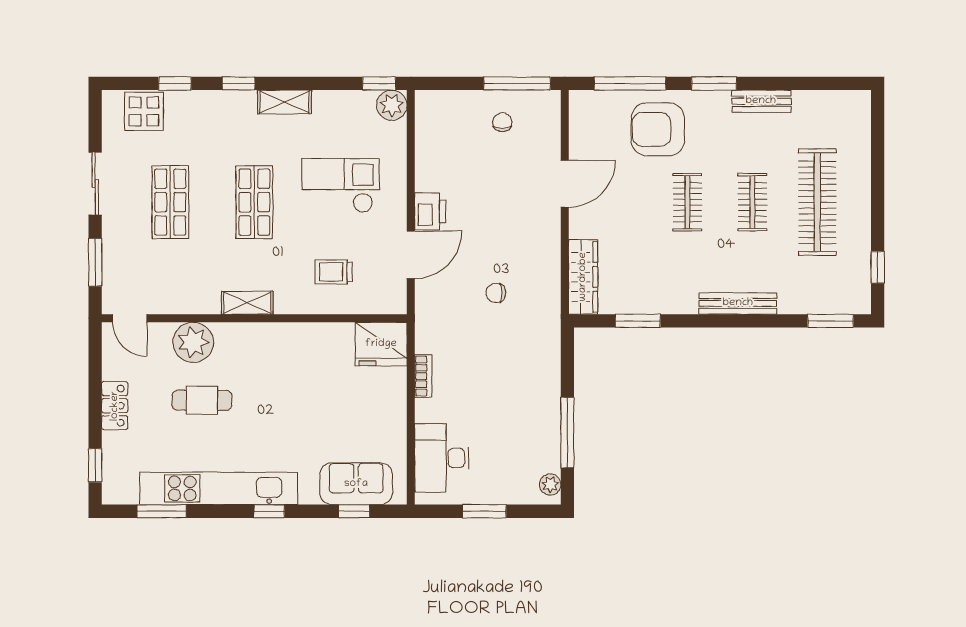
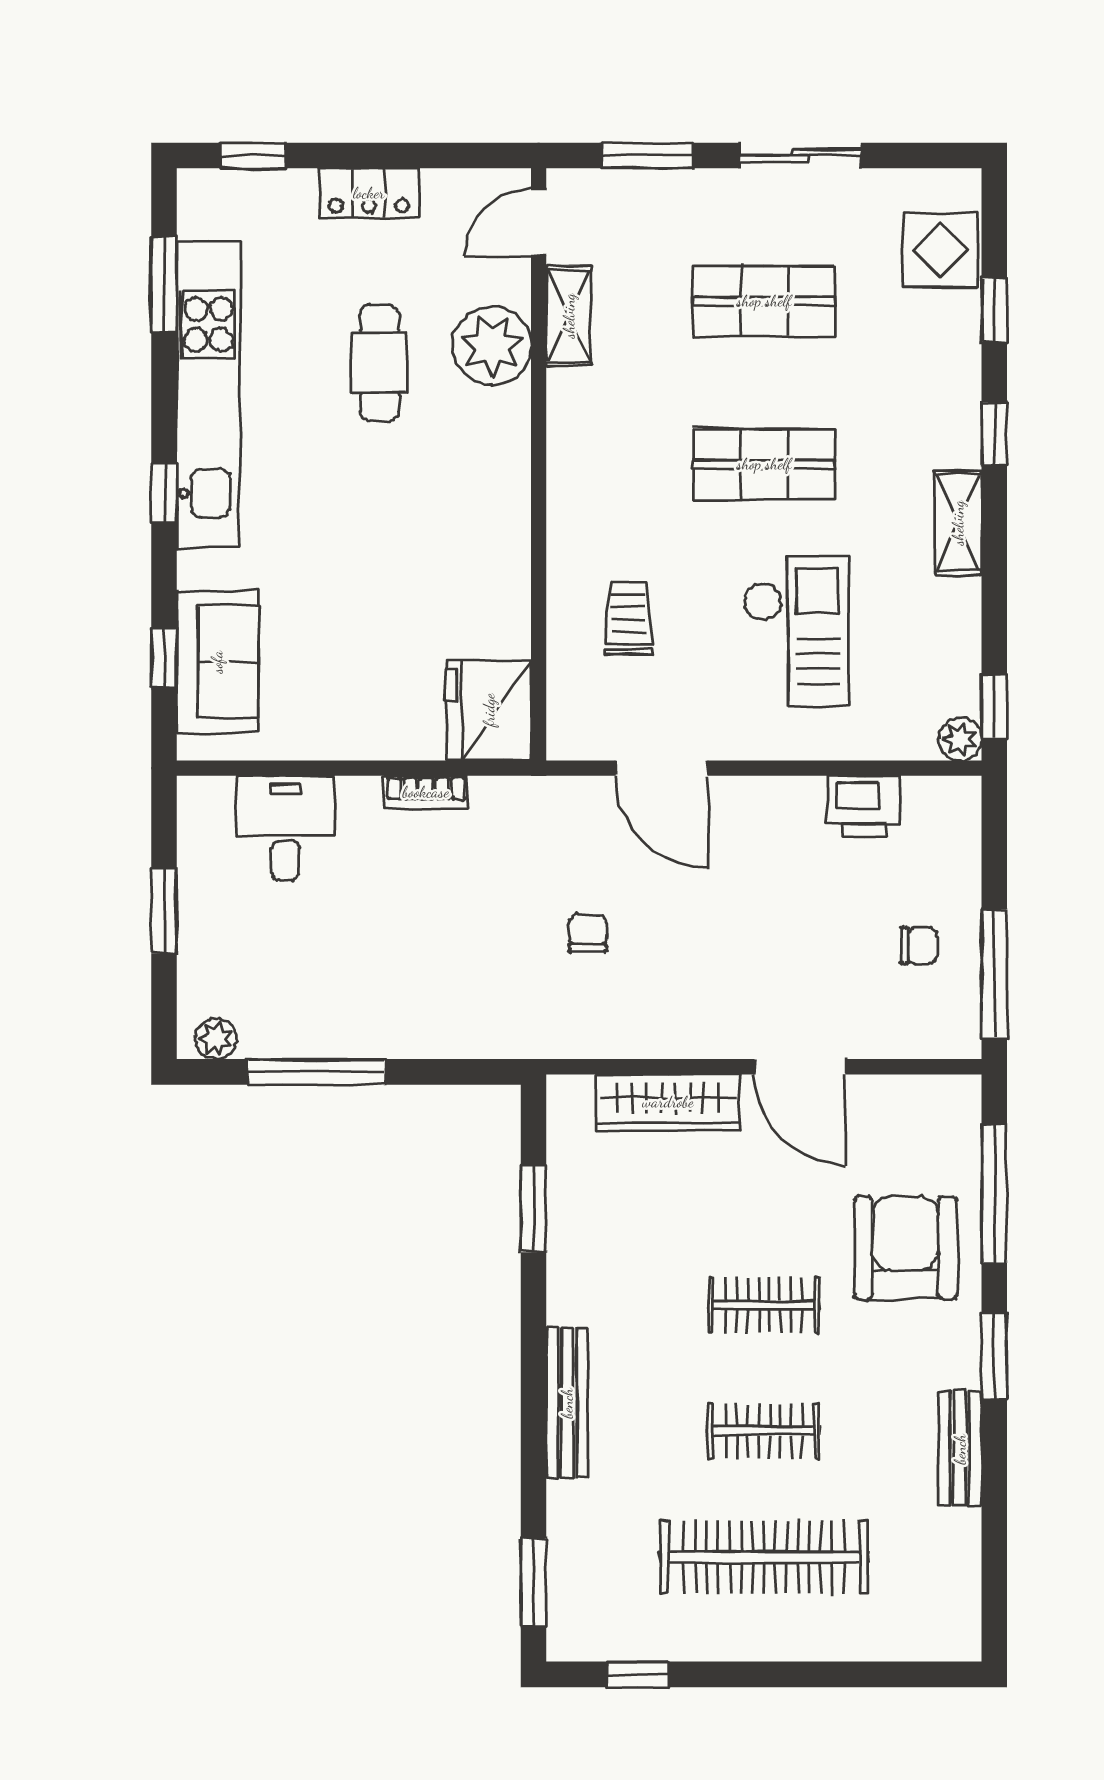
plant: (392, 105) -> (960, 739), width x0.73, depth x0.73
printer: (430, 211) -> (864, 806), moved
wardrobe: (583, 277) -> (668, 1102), moved
shelving: (247, 303) -> (569, 316), moved
desk: (442, 458) -> (285, 828), width x0.73

